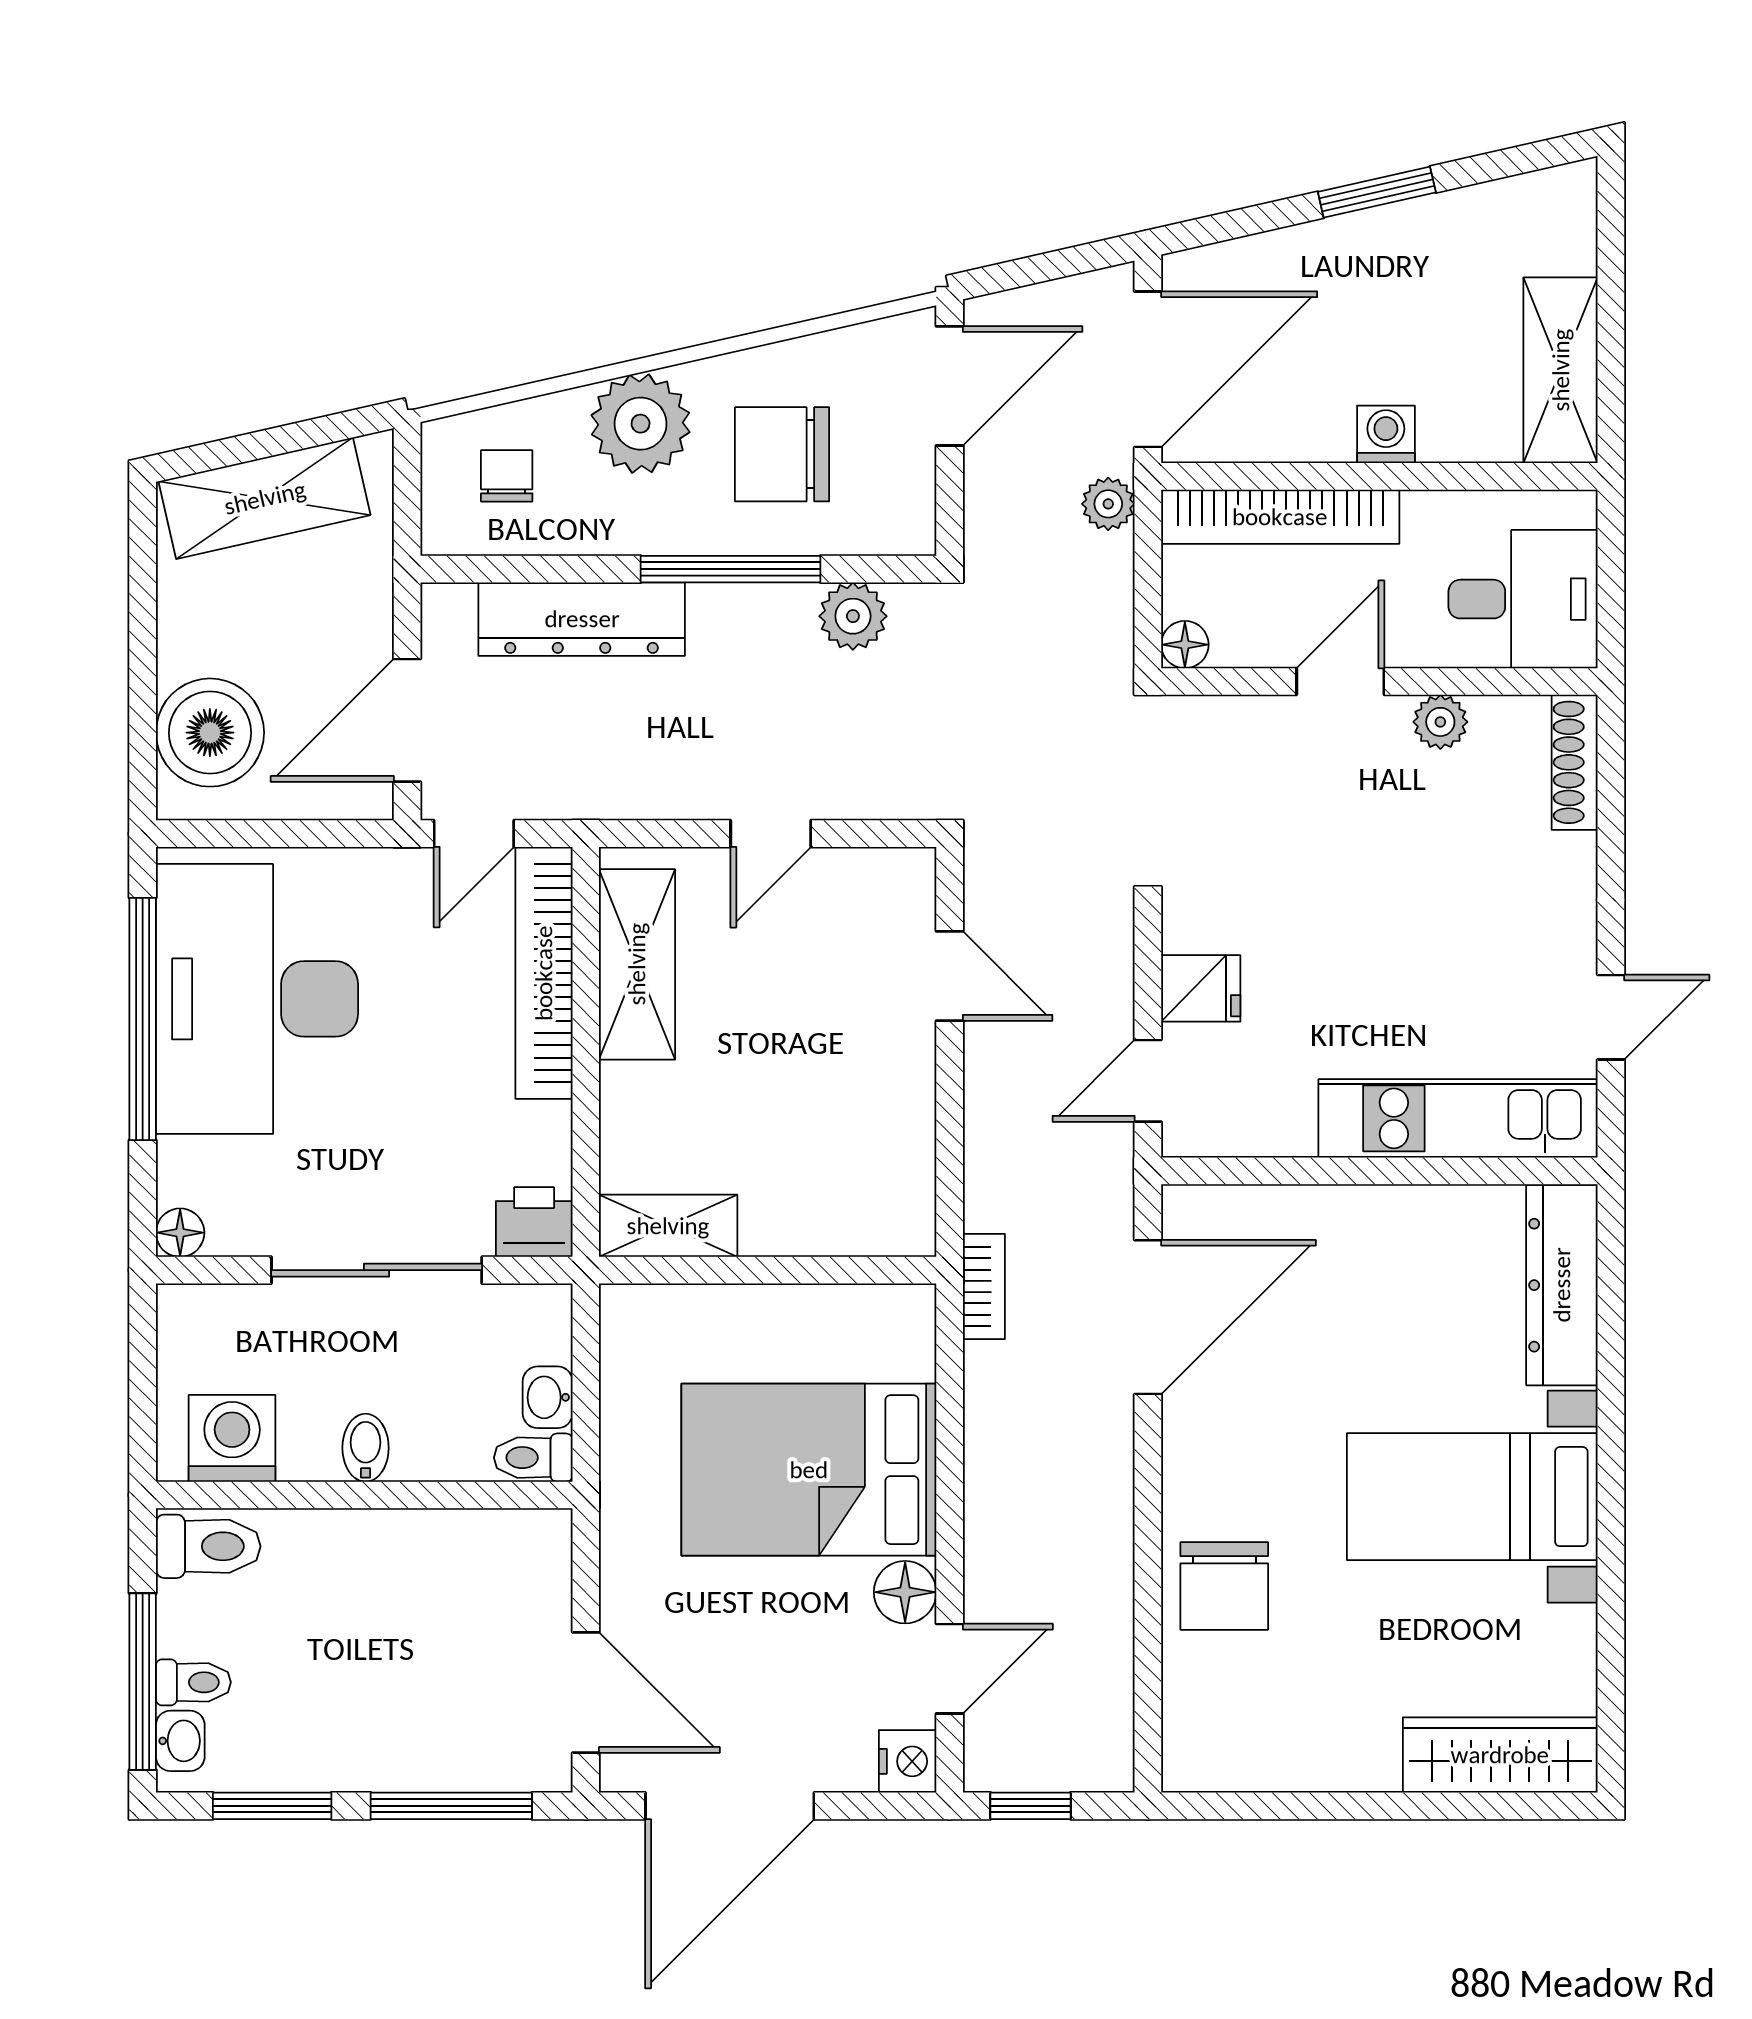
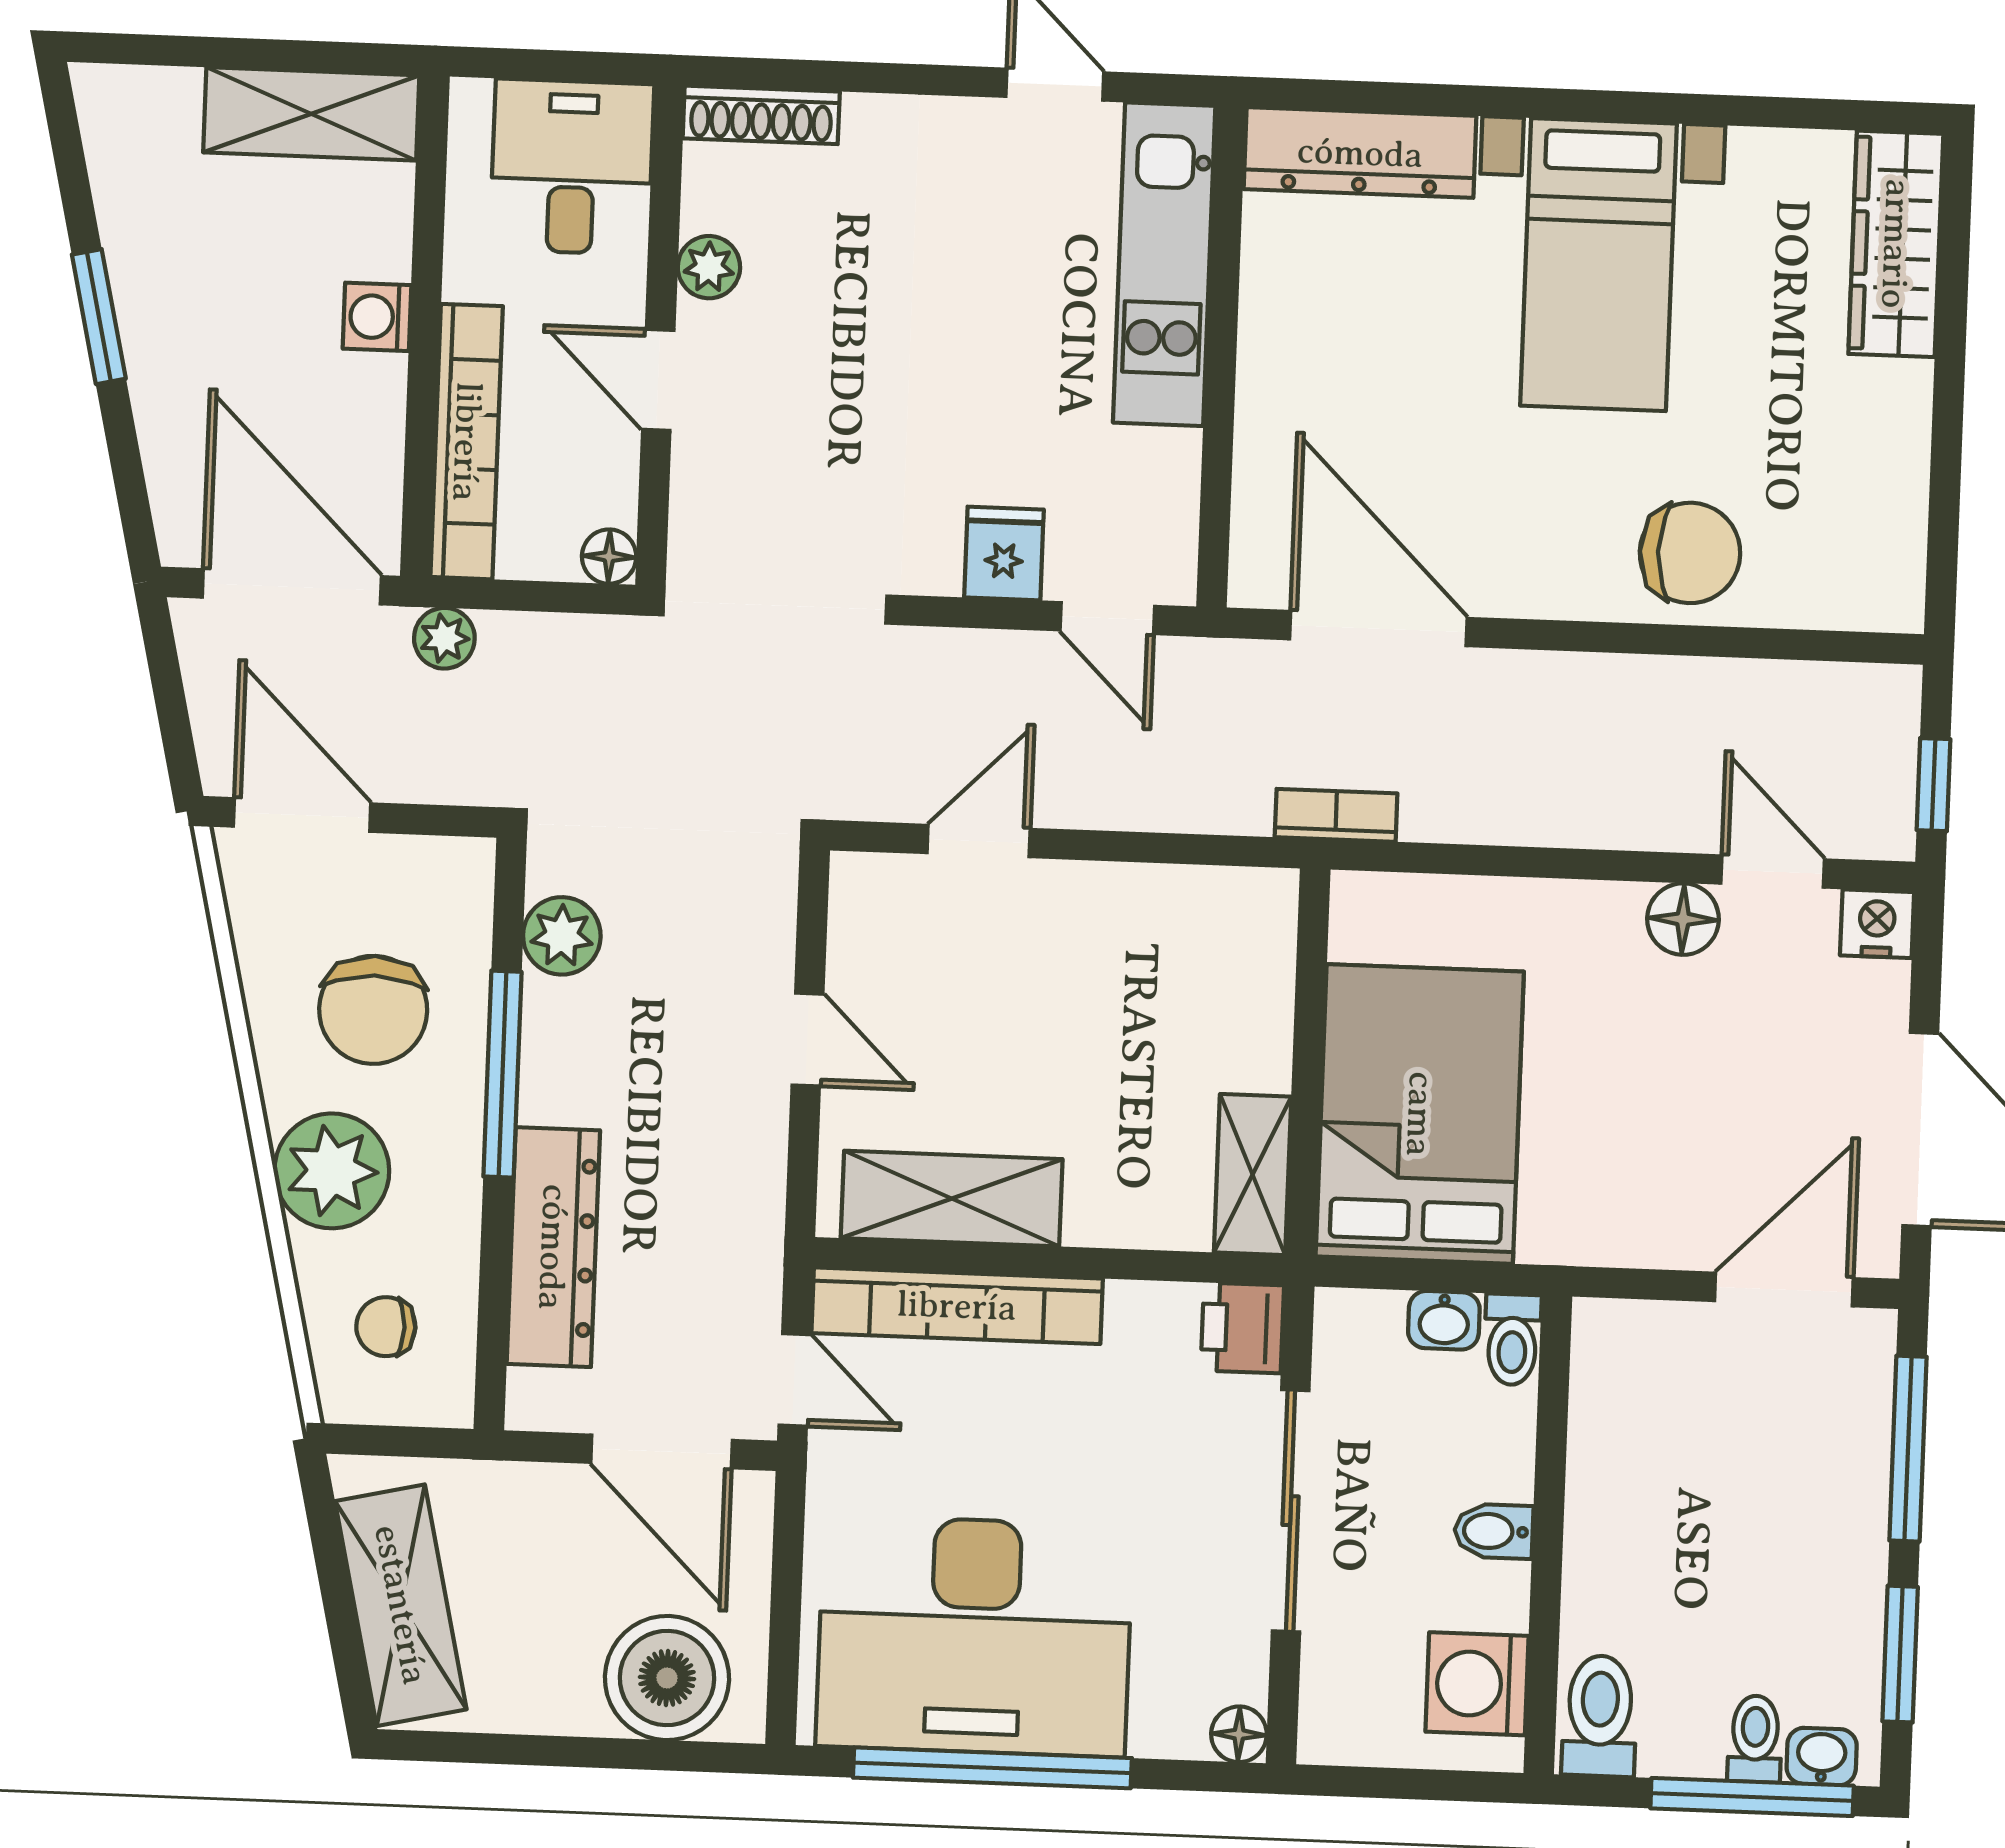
bed: (809, 1470) -> (1420, 1114), moved, turned 180

